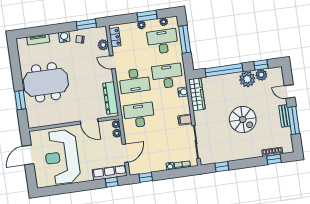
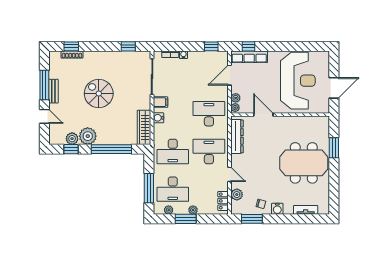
water cooler: (183, 92) -> (158, 118), moved
desk: (139, 115) -> (209, 114), turned 180

